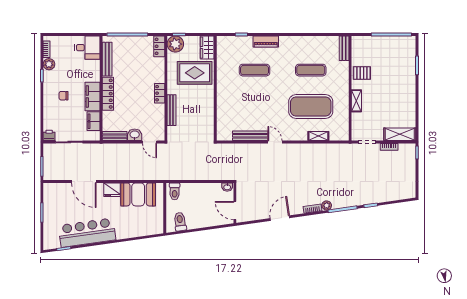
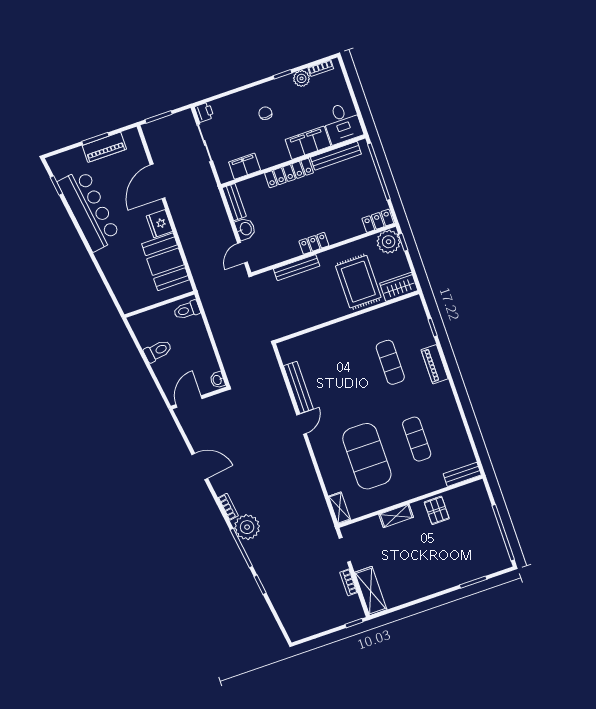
filing cabinet: (92, 96) -> (308, 143), moved
shelving: (318, 136) -> (340, 508), moved
plant: (327, 205) -> (247, 527), width x1.87, depth x1.87
piano: (50, 209) -> (104, 147), added
toilet: (180, 222) -> (158, 351), moved

